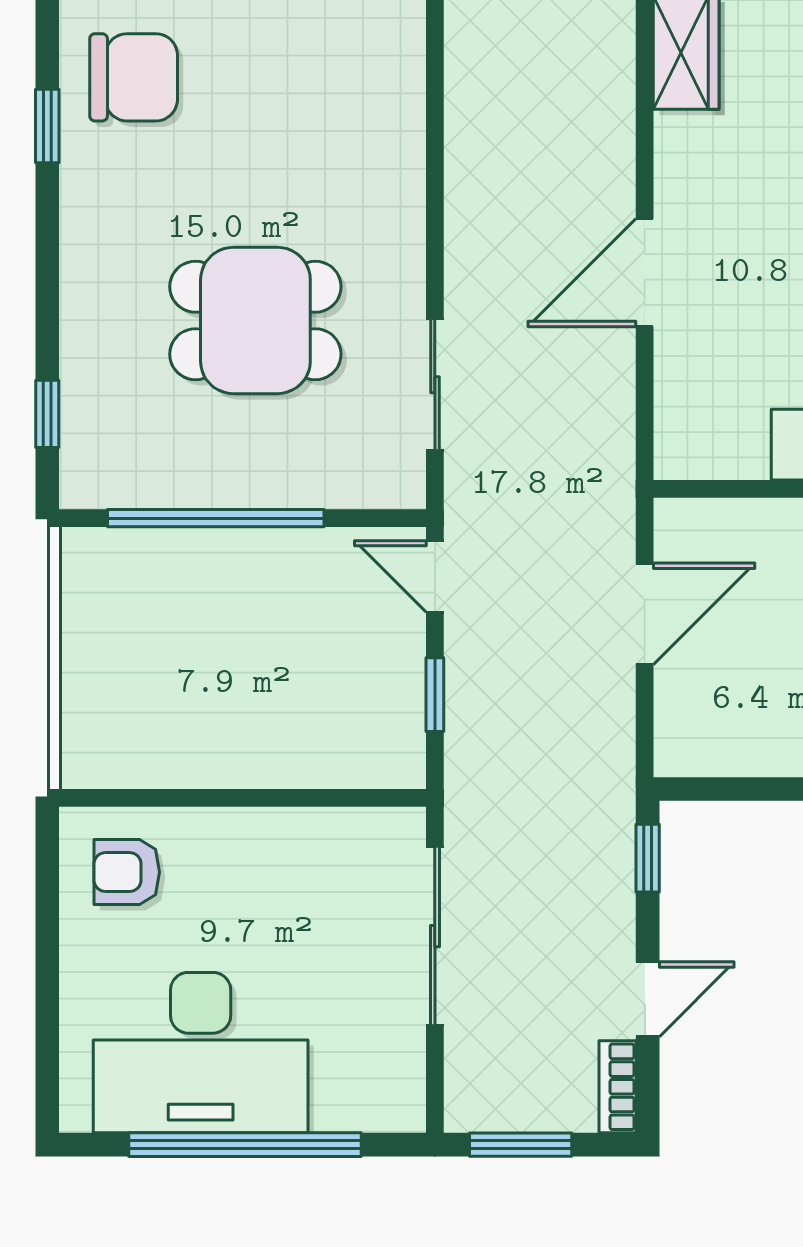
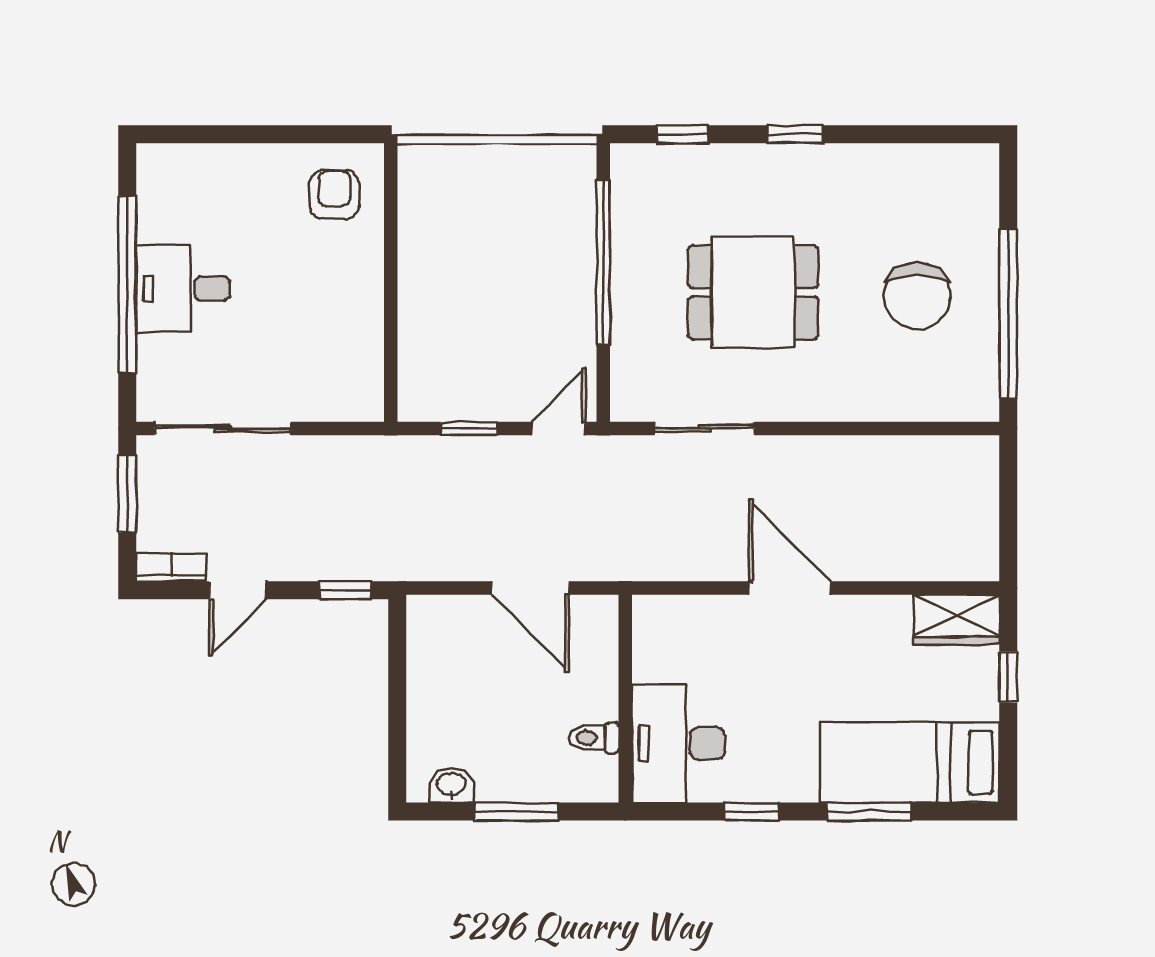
chair: (134, 77) -> (917, 296), moved
window: (47, 126) -> (796, 134), moved
dining table: (255, 320) -> (753, 292), turned 90
sliding door: (435, 936) -> (223, 429), moved
door: (648, 999) -> (238, 590), hinge flipped
desk: (201, 1053) -> (183, 289), width x0.53, depth x0.77

